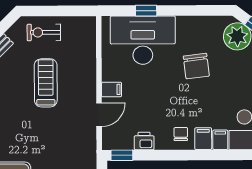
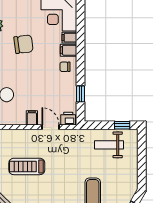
chair: (196, 66) -> (23, 44), moved
printer: (144, 141) -> (68, 119), moved, turned 90
window: (122, 155) -> (81, 94), moved

